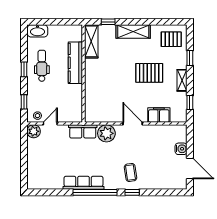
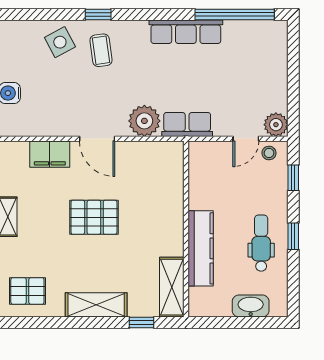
washbasin: (37, 31) -> (251, 306), moved
dental chair: (42, 66) -> (261, 243), turned 180
pallet: (149, 73) -> (94, 217), moved
side table: (153, 177) -> (60, 42), added
window: (95, 192) -> (235, 14), moved

